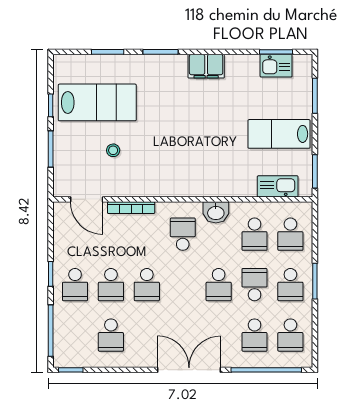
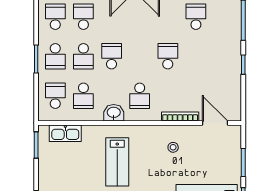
lab bench: (279, 134) -> (117, 162), moved, turned 90
stool: (113, 150) -> (173, 147), moved
school desk: (255, 234) -> (83, 96), turned 180
school desk: (75, 285) -> (224, 56), removed
school desk: (111, 285) -> (196, 56), removed
school desk: (290, 285) -> (55, 56), turned 180

